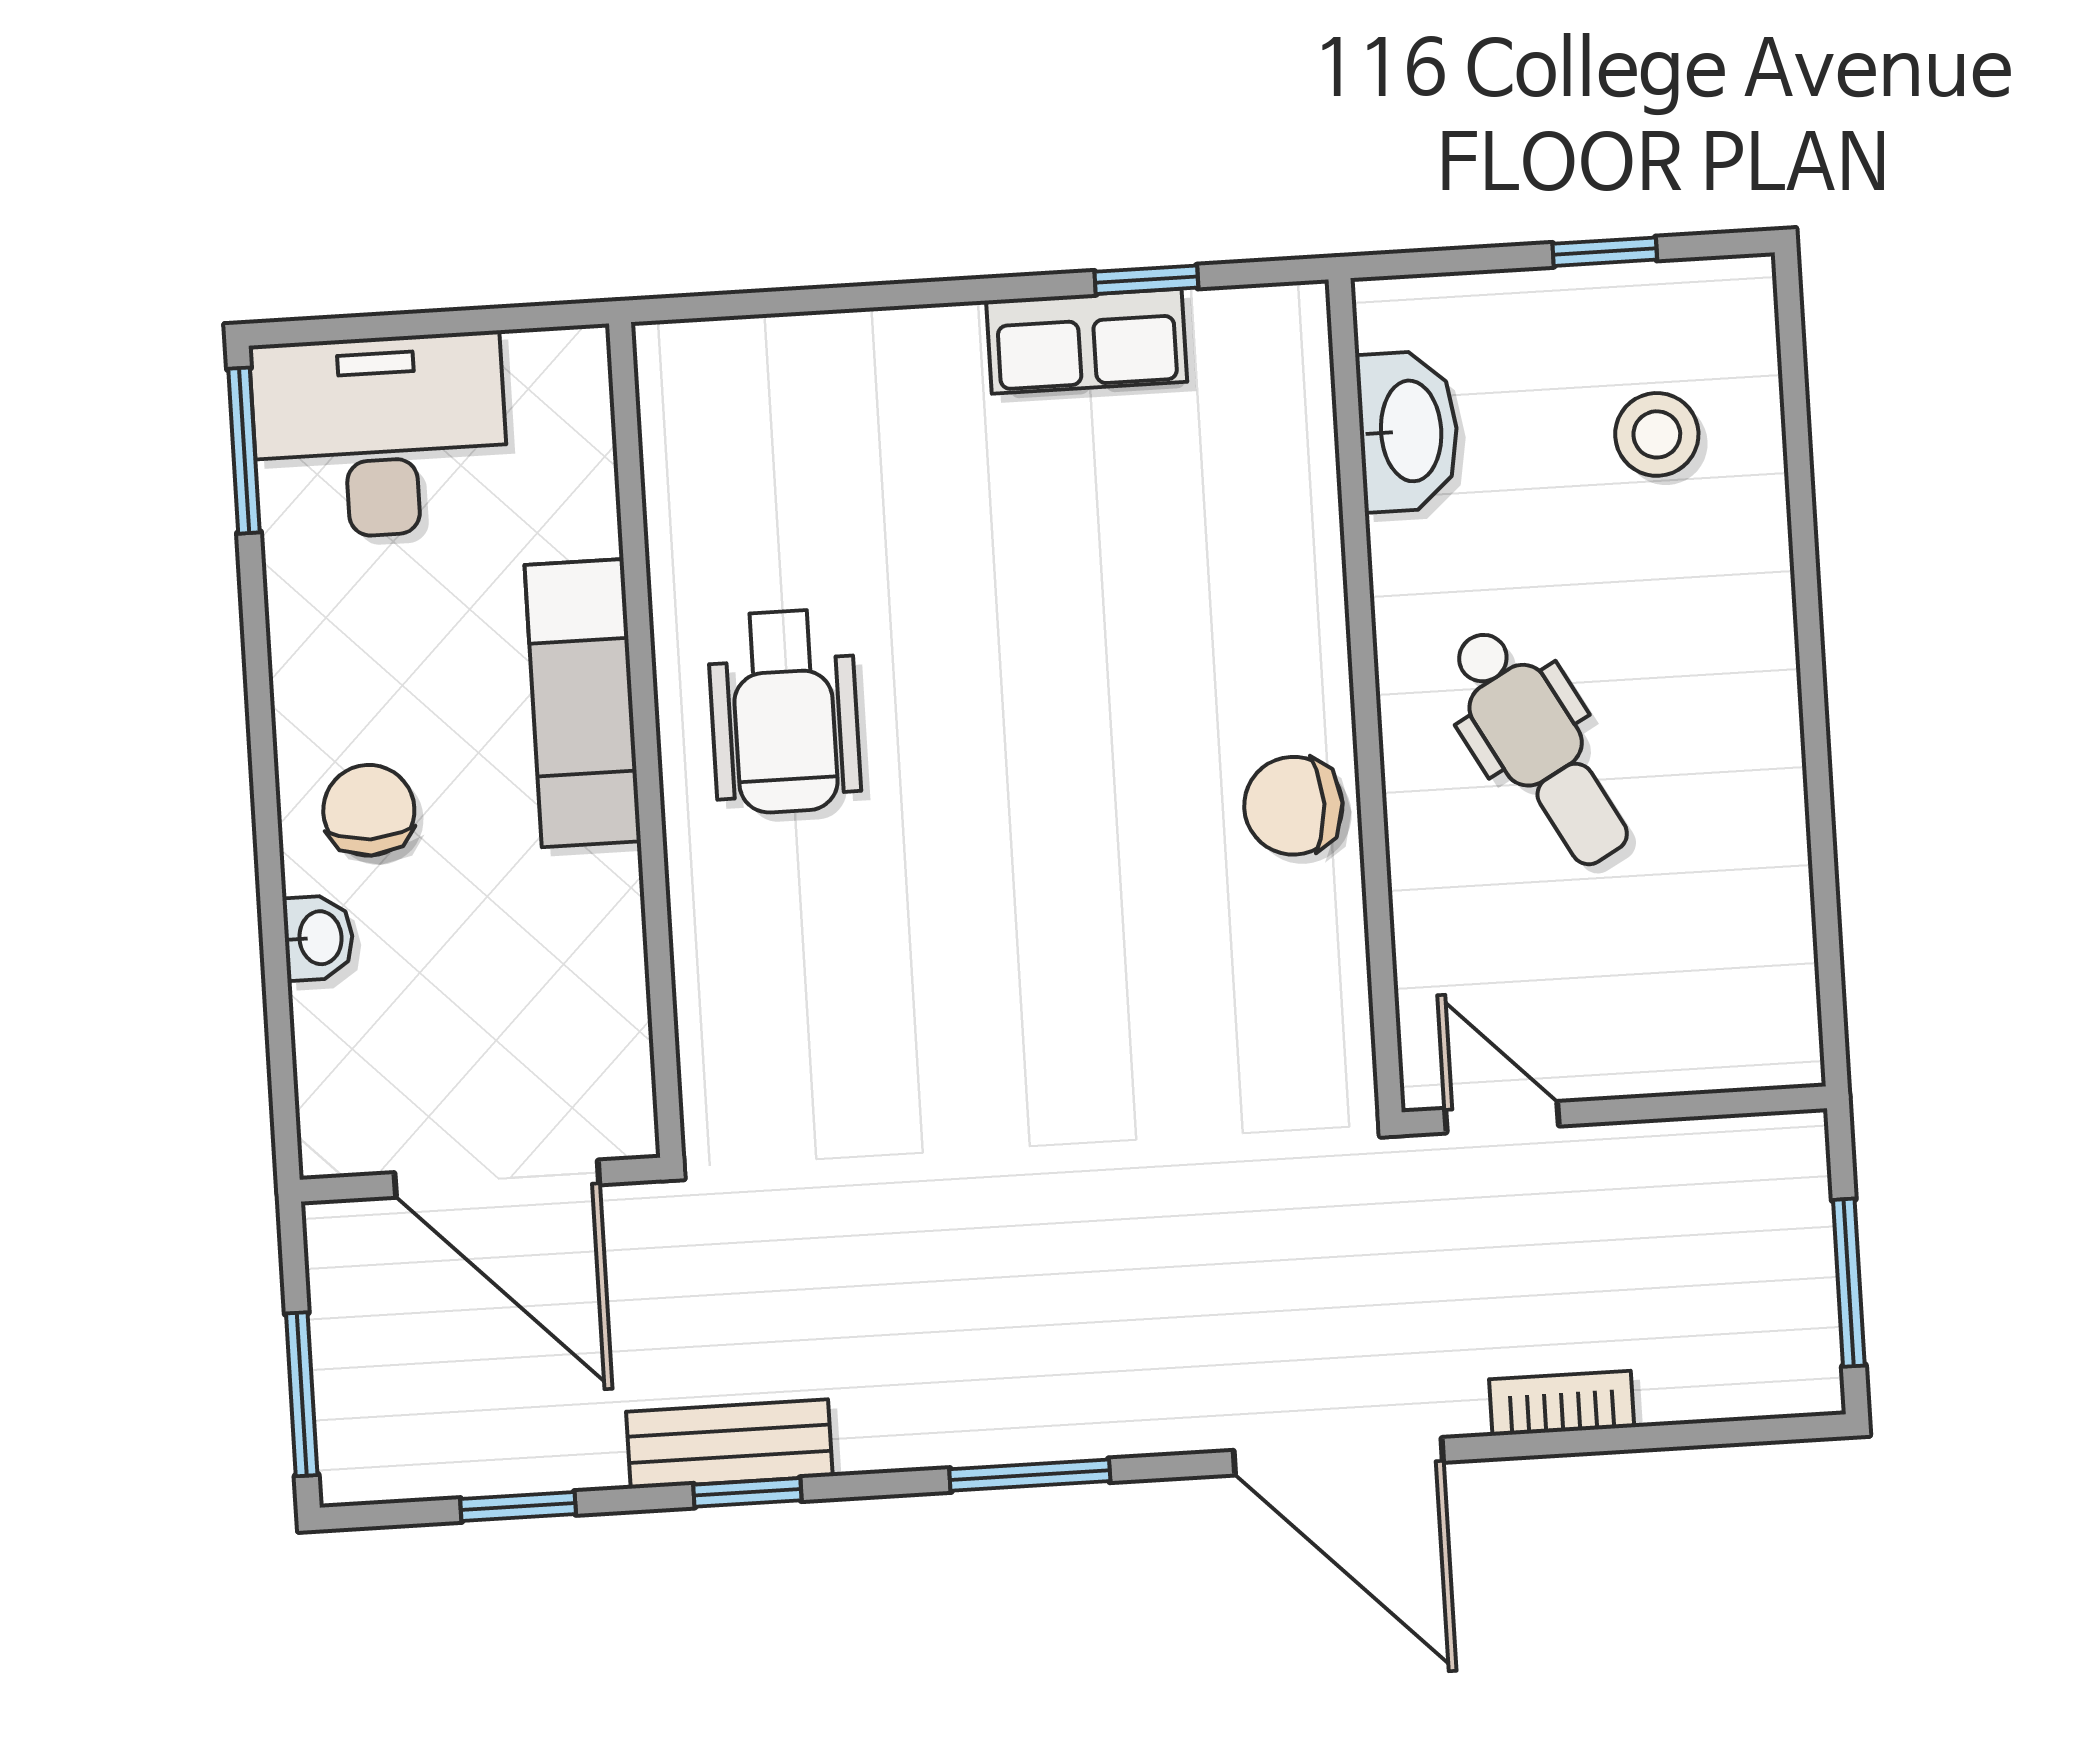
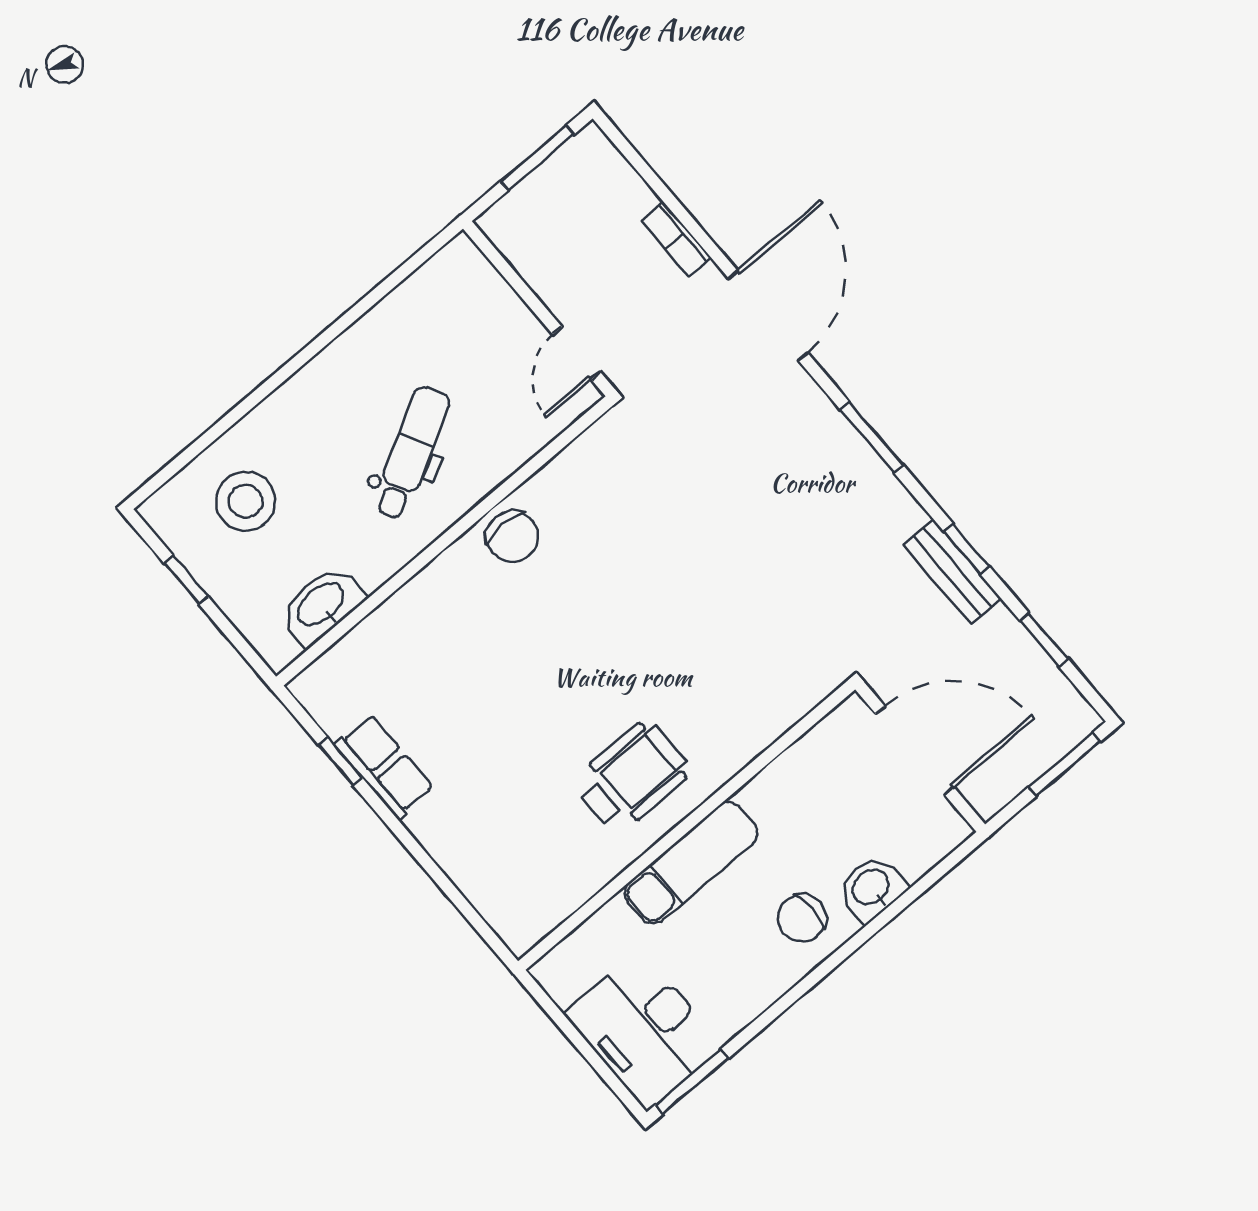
stool: (1657, 434) -> (245, 501), width x1.38, depth x1.38
washbasin: (318, 938) -> (872, 888), width x1.38, depth x1.45
door: (497, 1179) -> (915, 750), hinge flipped

